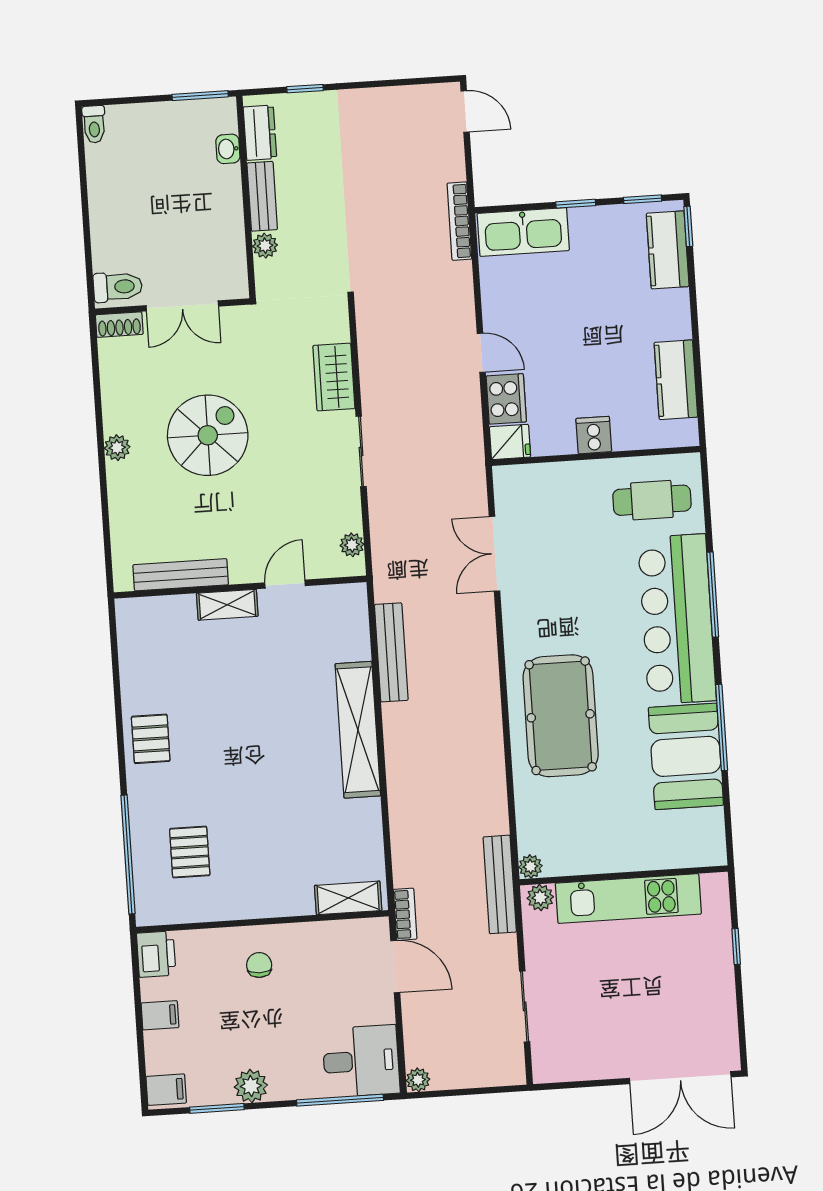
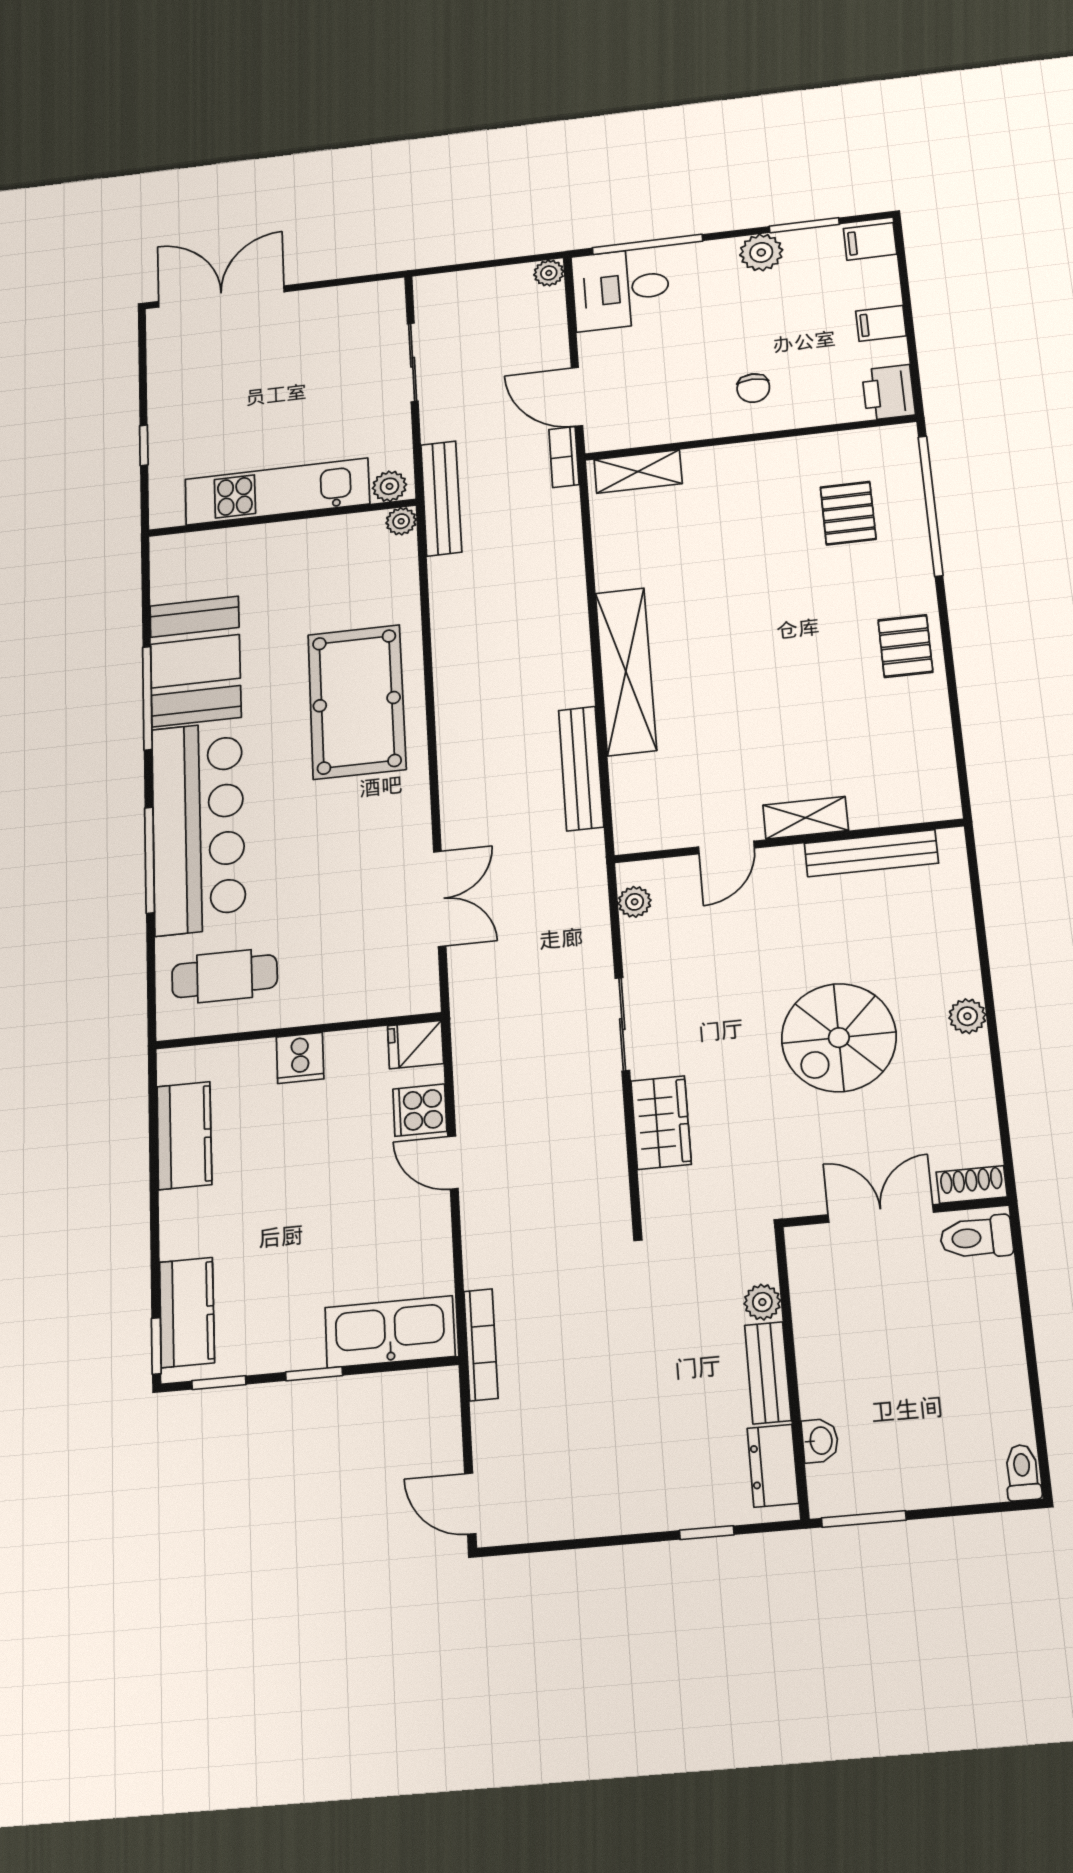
cooker: (506, 399) -> (420, 1110), width x0.73

